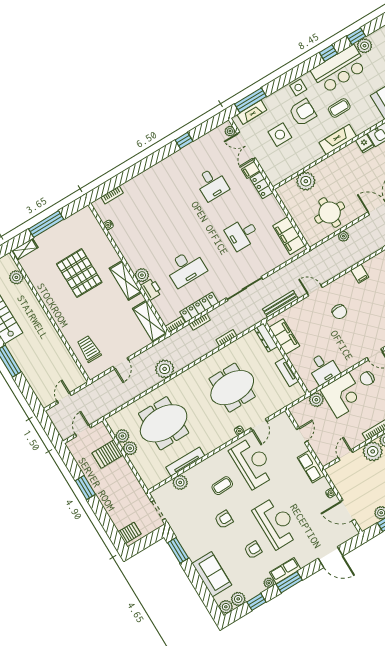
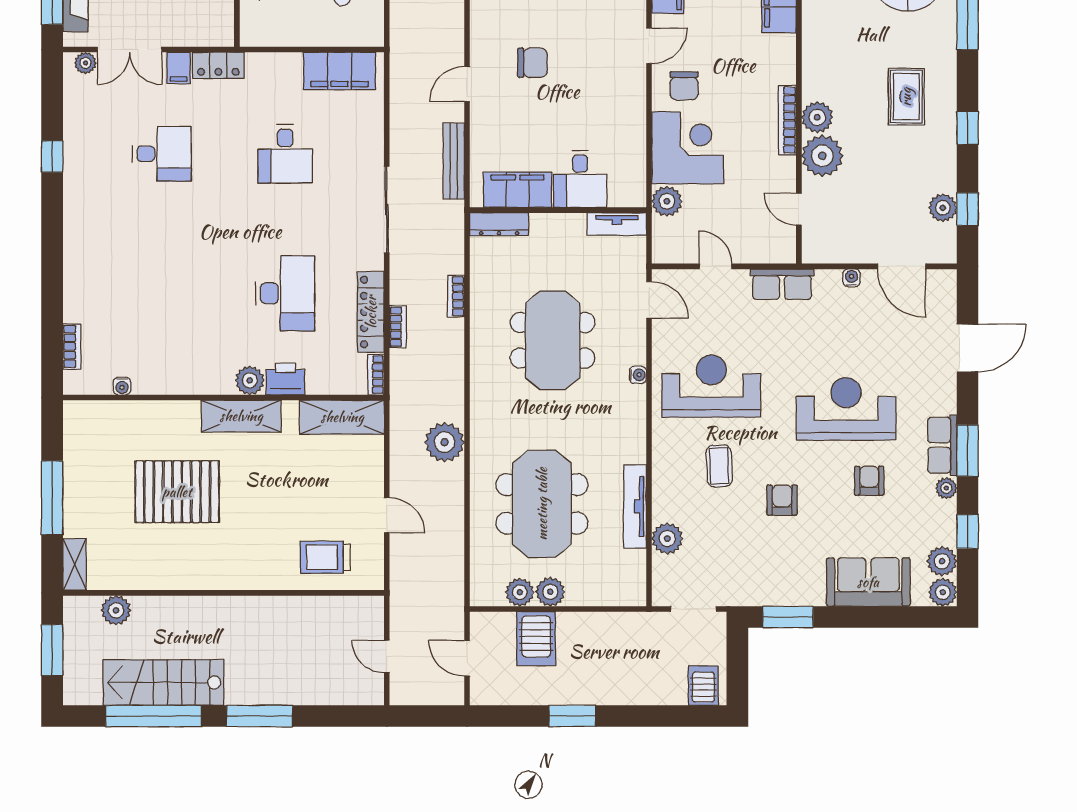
desk: (323, 368) -> (580, 179), moved, turned 90
tv unit: (287, 372) -> (617, 224), moved
door: (259, 425) -> (649, 300), moved
door: (347, 510) -> (901, 266), hinge flipped

